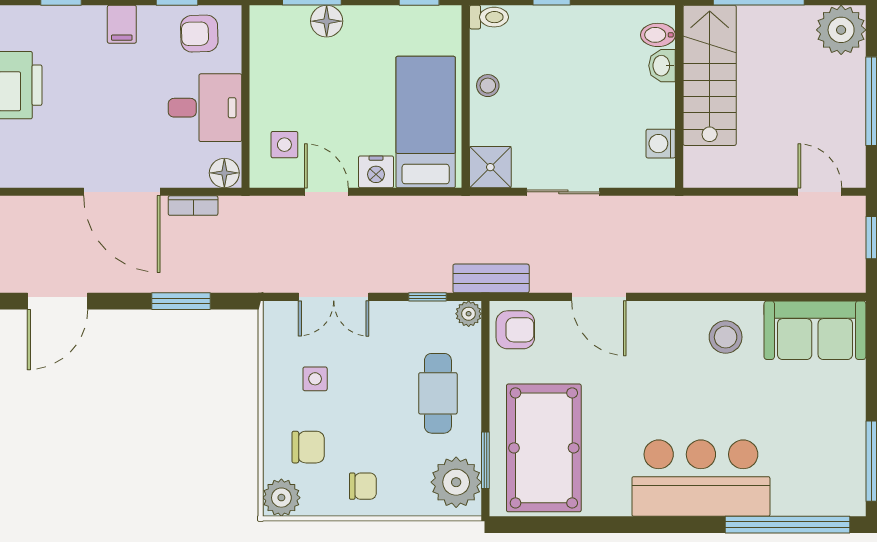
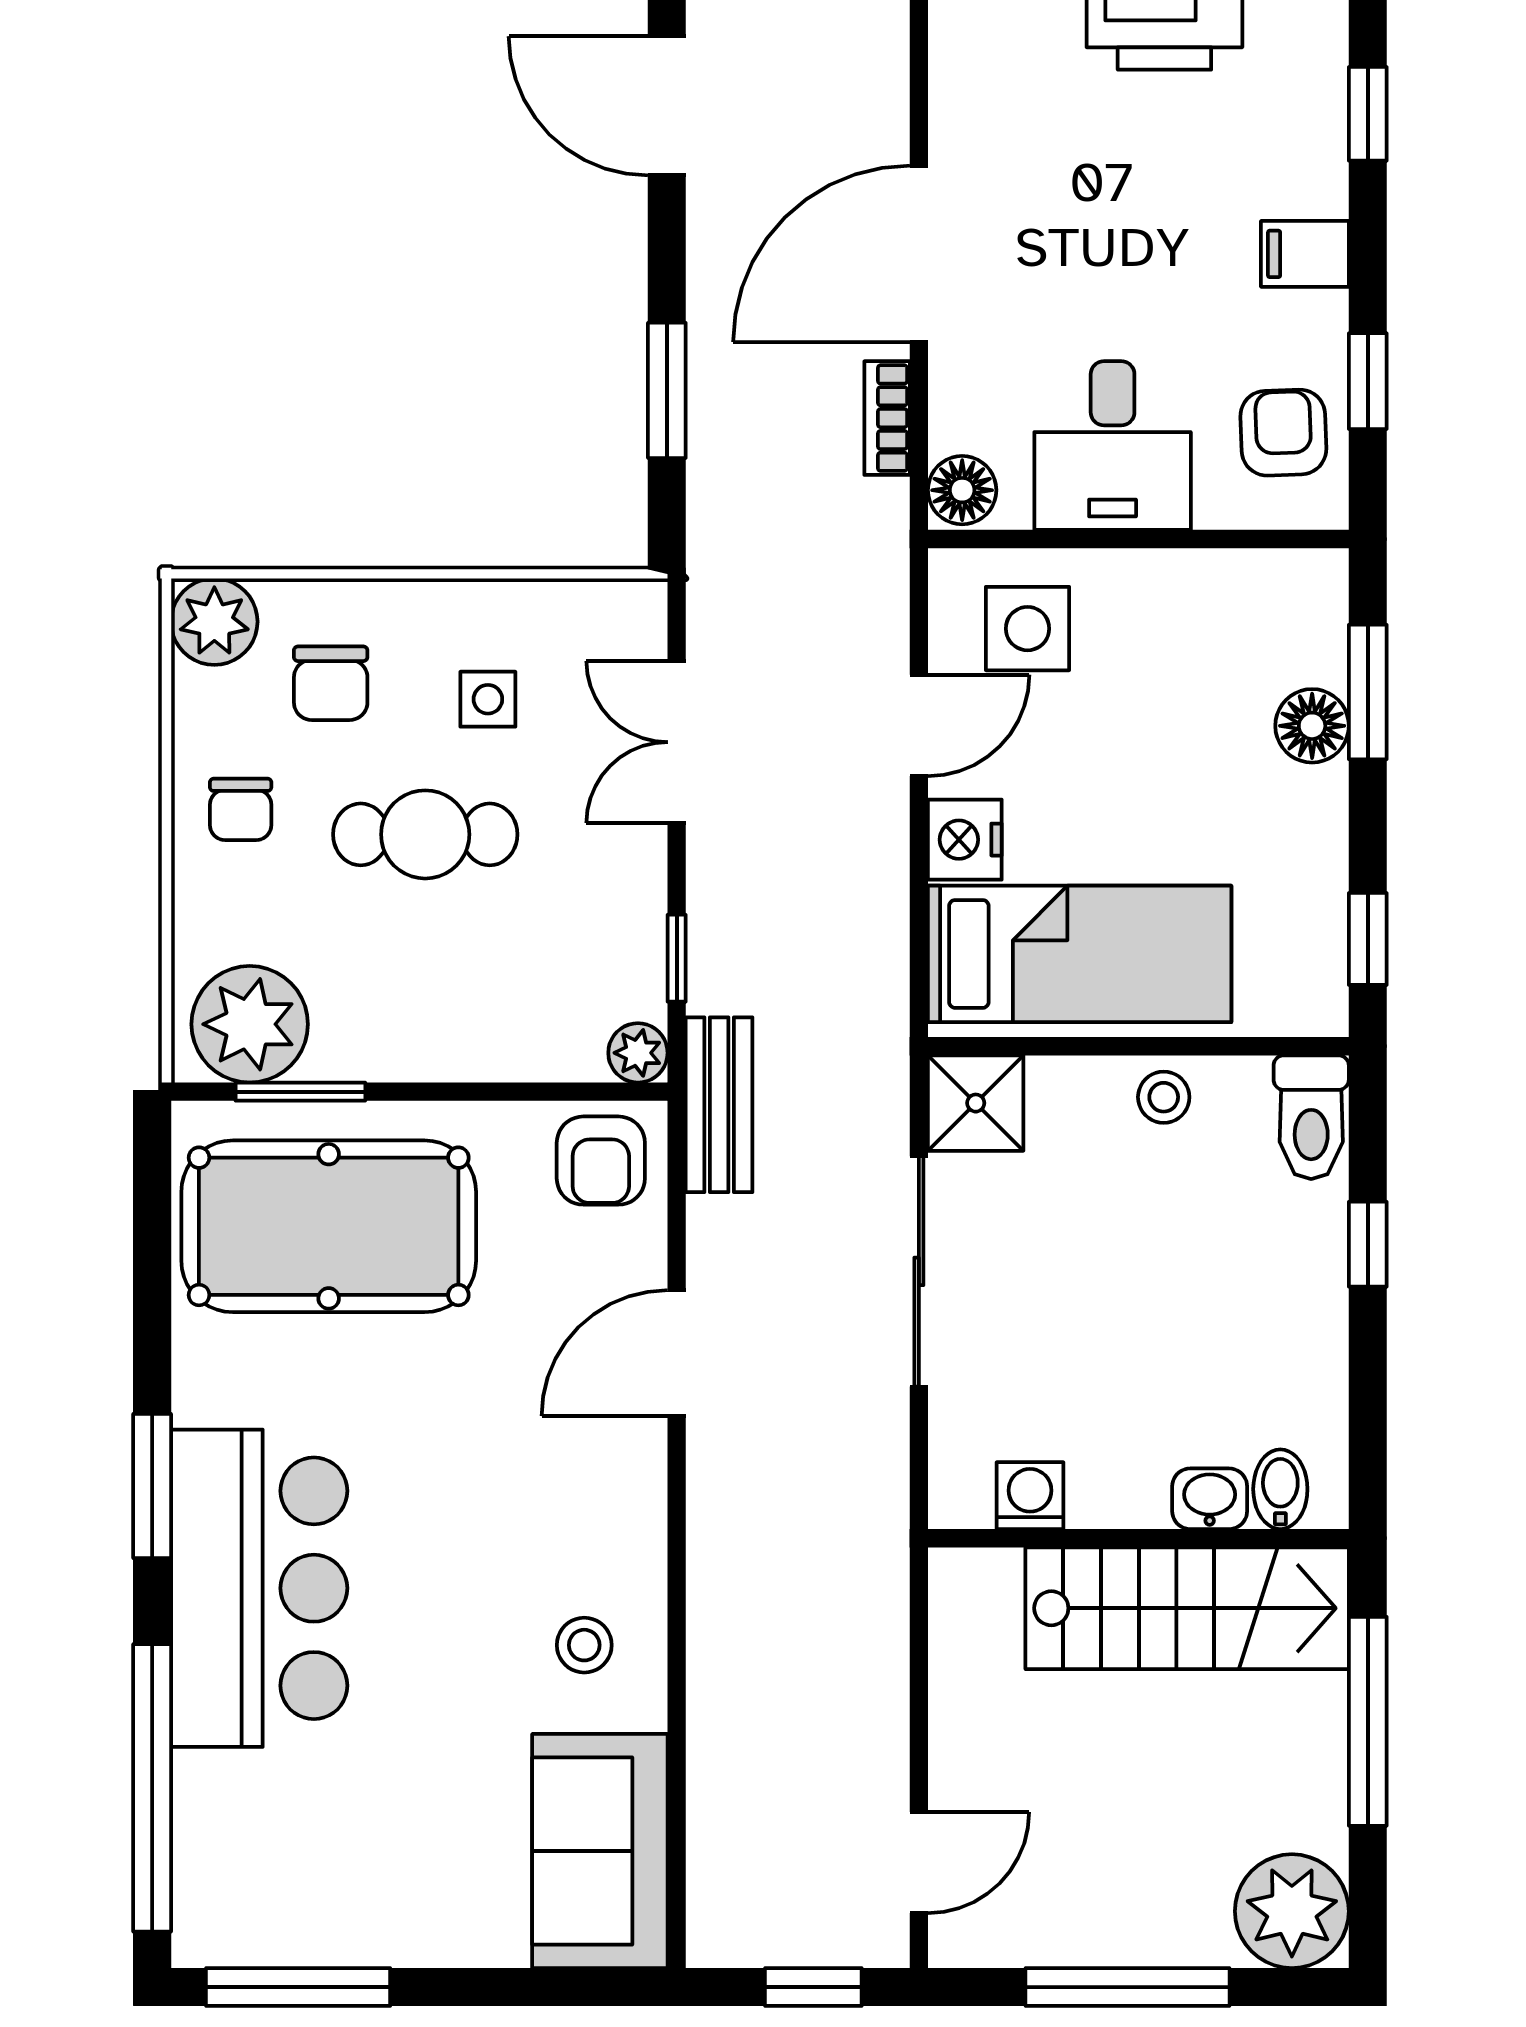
toilet: (489, 17) -> (1311, 1117), width x1.37, depth x1.39
side table: (284, 145) -> (1028, 629), width x1.37, depth x1.37
sliding door: (563, 192) -> (919, 1271), width x1.37
stool: (726, 337) -> (584, 1645), width x0.73, depth x0.73
cafe table: (438, 393) -> (425, 834), moved
window: (657, 525) -> (152, 1486), added

